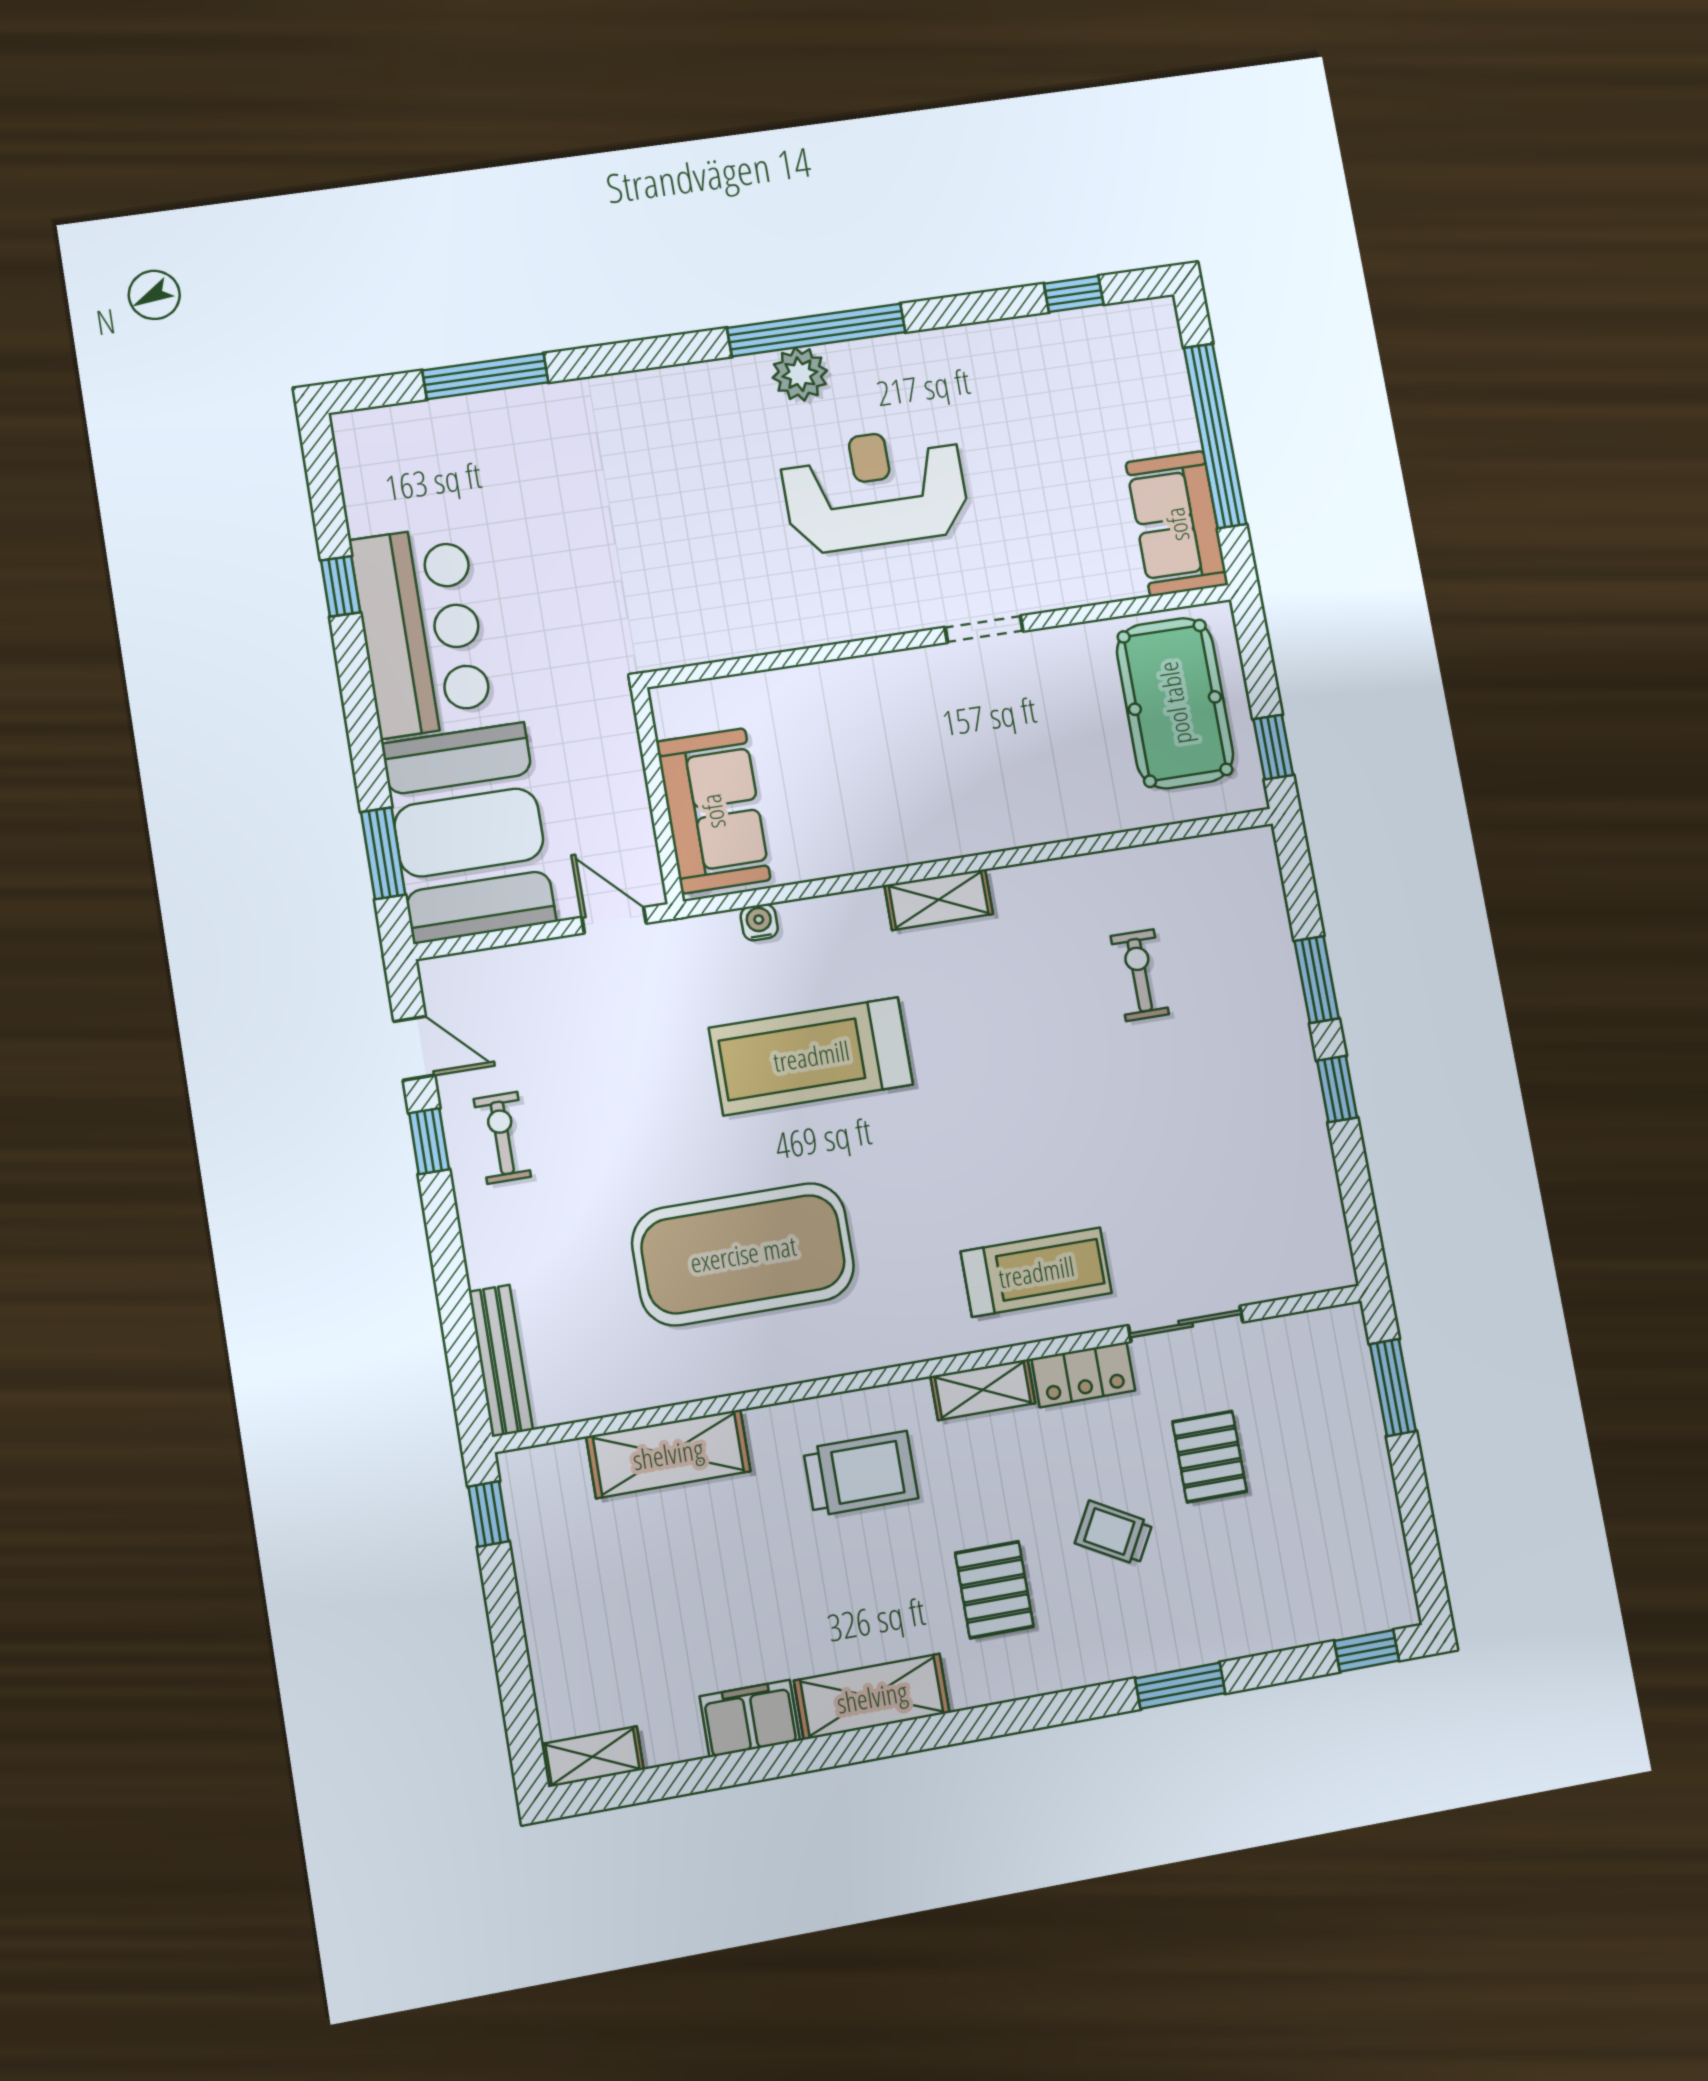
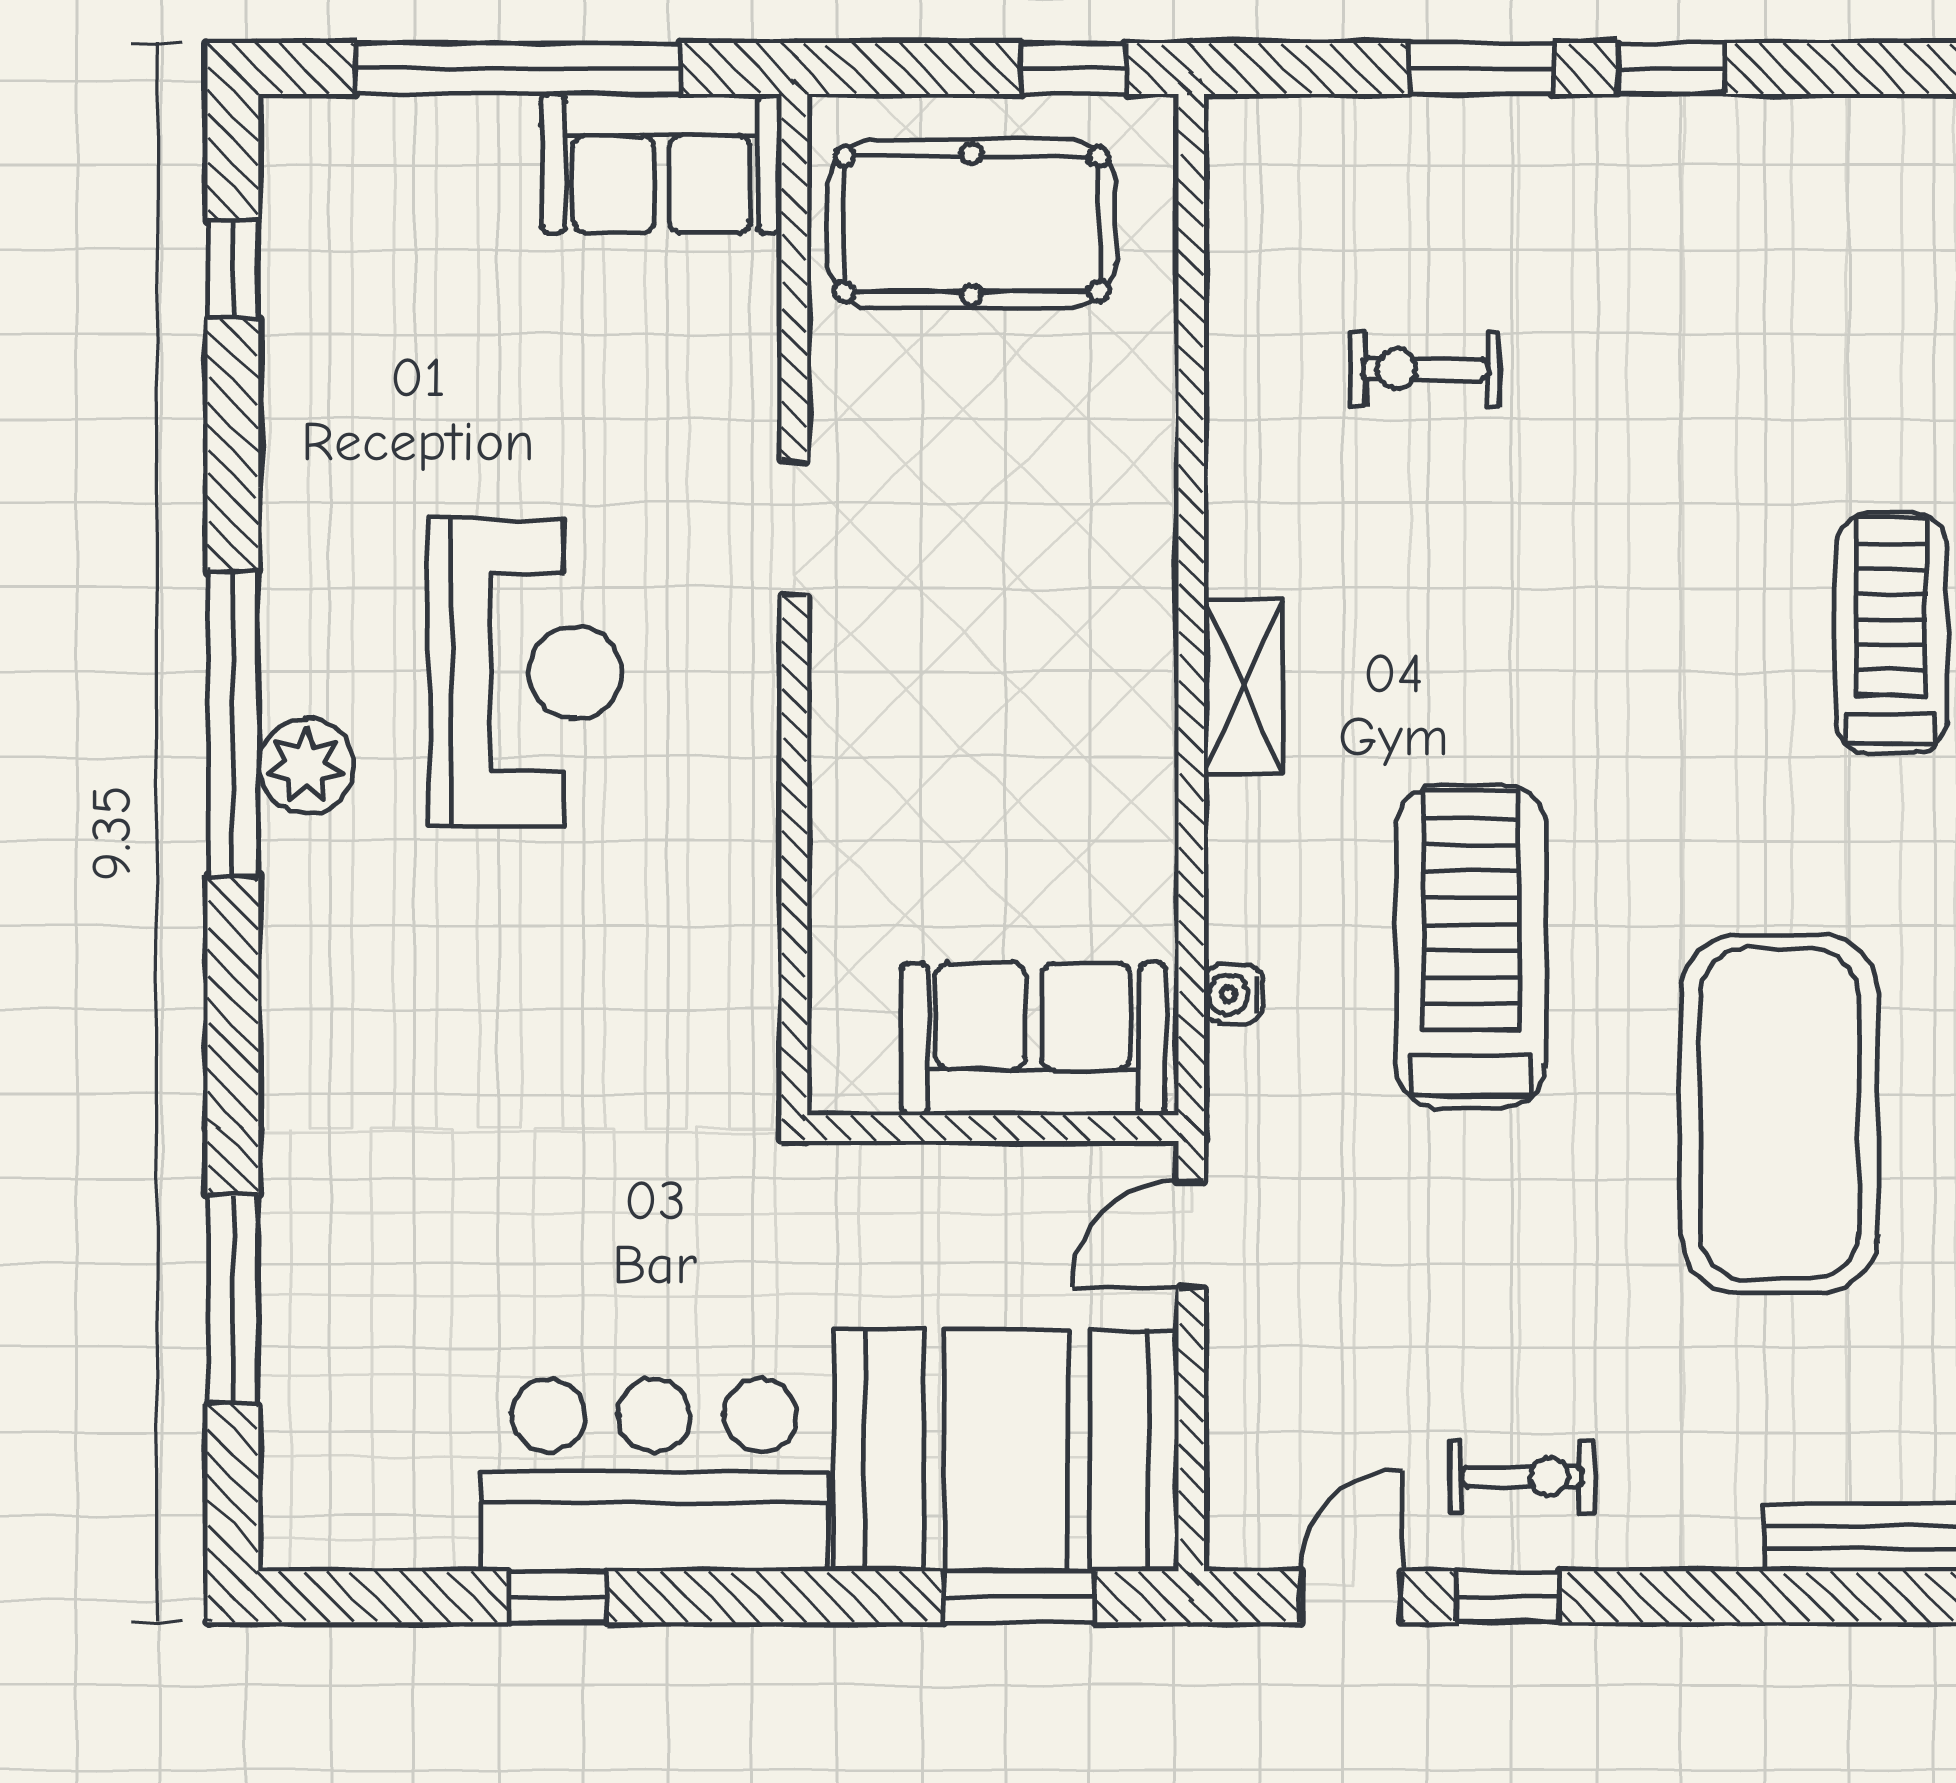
reception desk: (875, 489) -> (525, 673), turned 180
treadmill: (811, 1056) -> (1471, 946), turned 180
exercise bike: (502, 1138) -> (1522, 1477), turned 180

